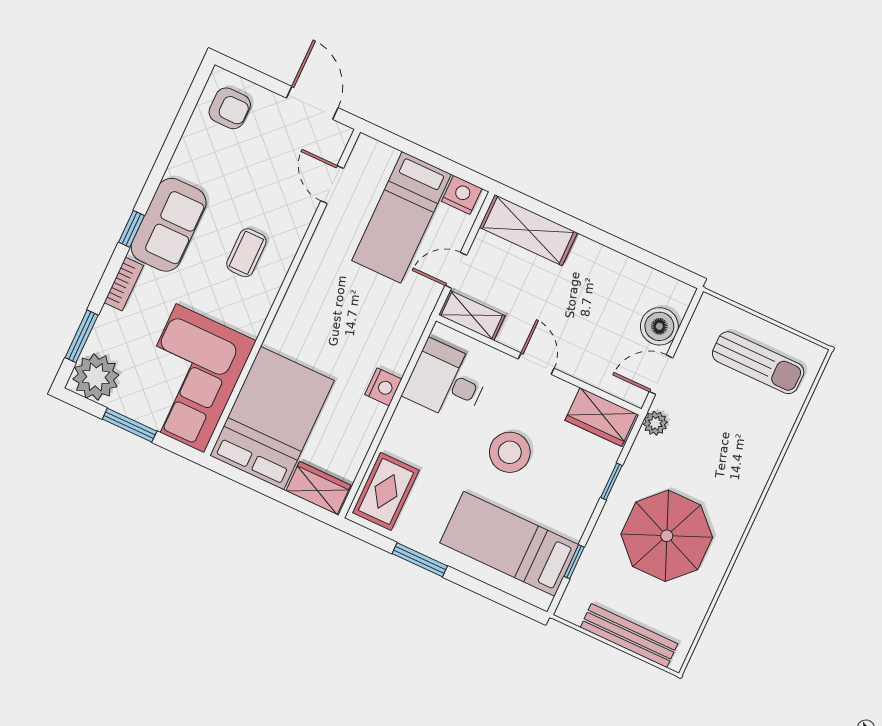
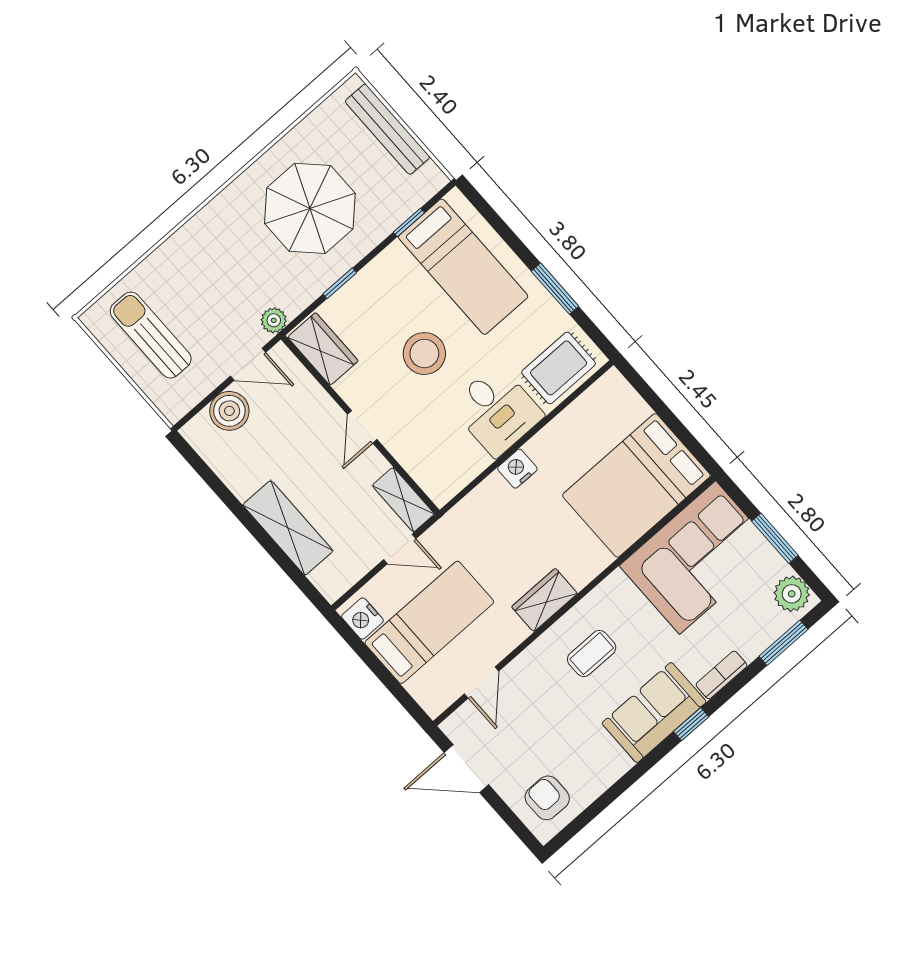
door: (312, 103) -> (466, 769), hinge flipped
shelving: (528, 230) -> (288, 528), moved
plant: (96, 377) -> (792, 594), width x0.73, depth x0.73
desk: (447, 381) -> (497, 411), moved
wardrobe: (318, 488) -> (545, 600), moved, turned 90

